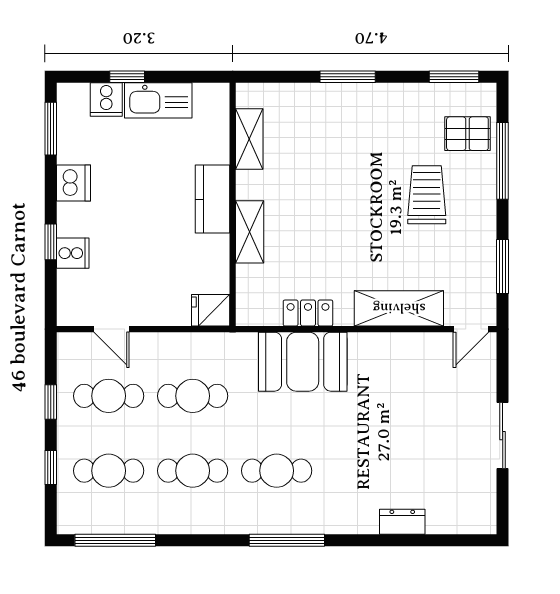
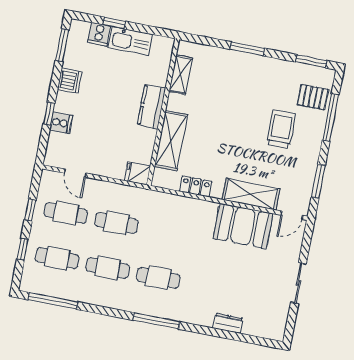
shelving: (250, 232) -> (171, 141), width x1.50, depth x1.33
booth: (303, 362) -> (243, 226), moved

